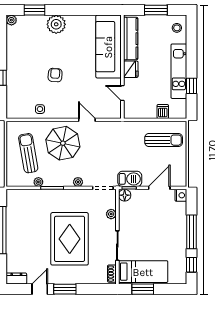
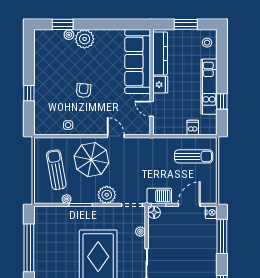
plant: (11, 20) -> (69, 35), moved
plant: (78, 182) -> (107, 195), width x1.87, depth x1.87
window: (191, 232) -> (222, 236), moved

